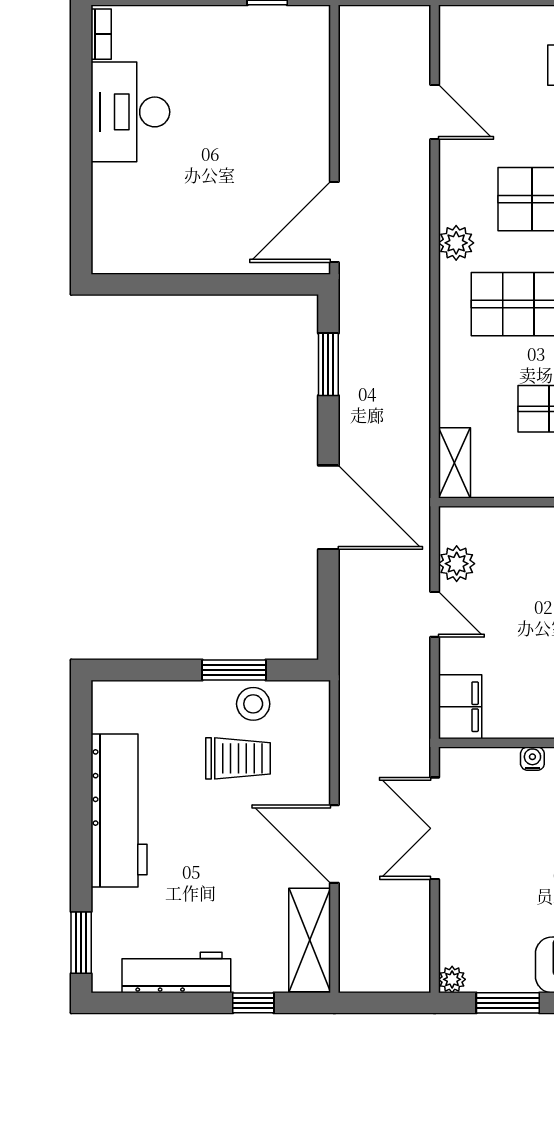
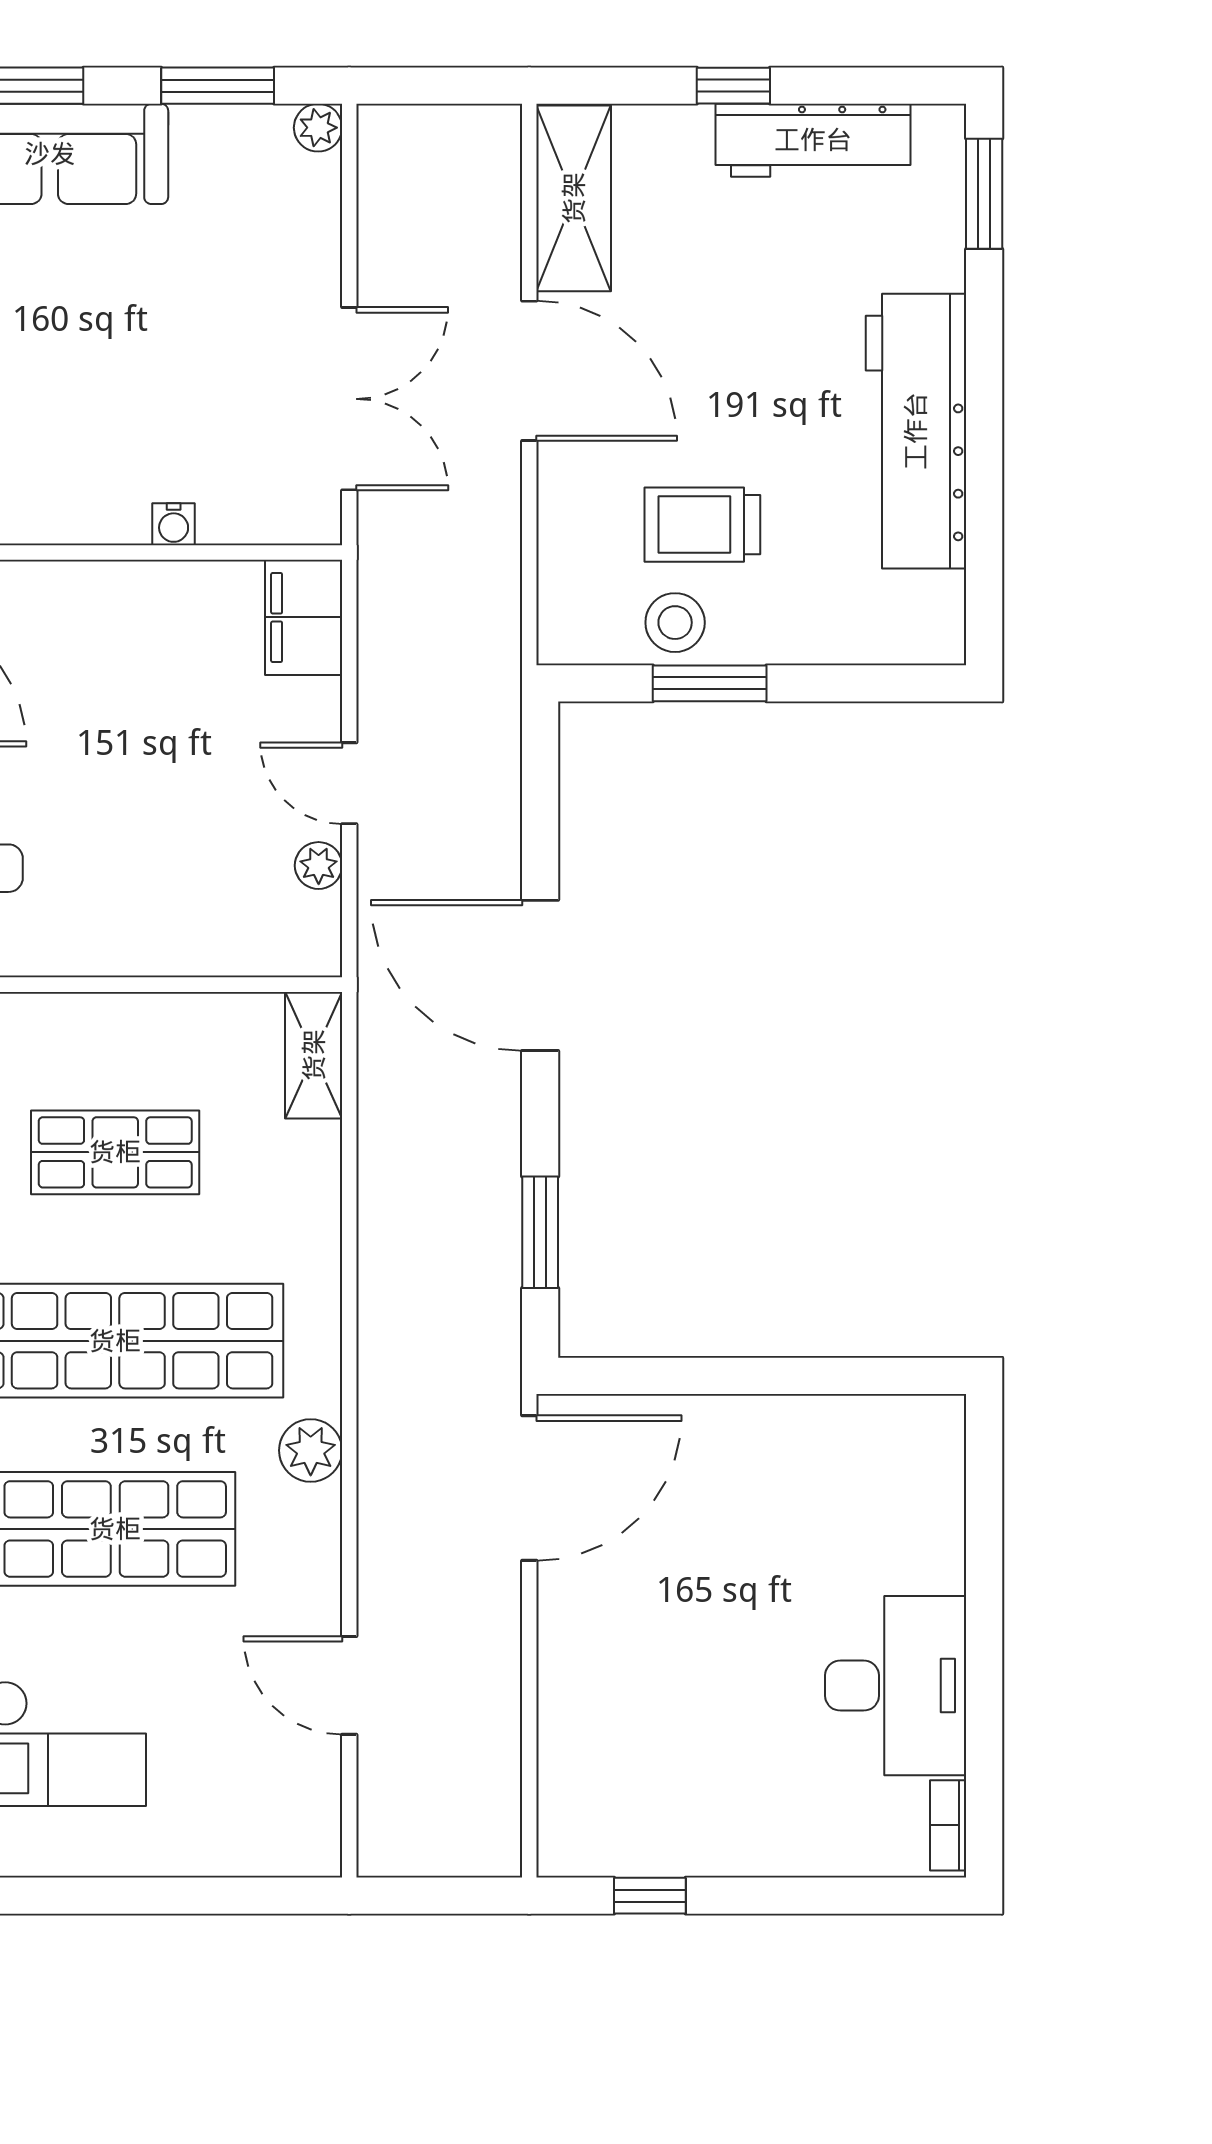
plant: (457, 564) -> (319, 866), width x0.73, depth x0.73
window: (253, 1003) -> (733, 86), moved

